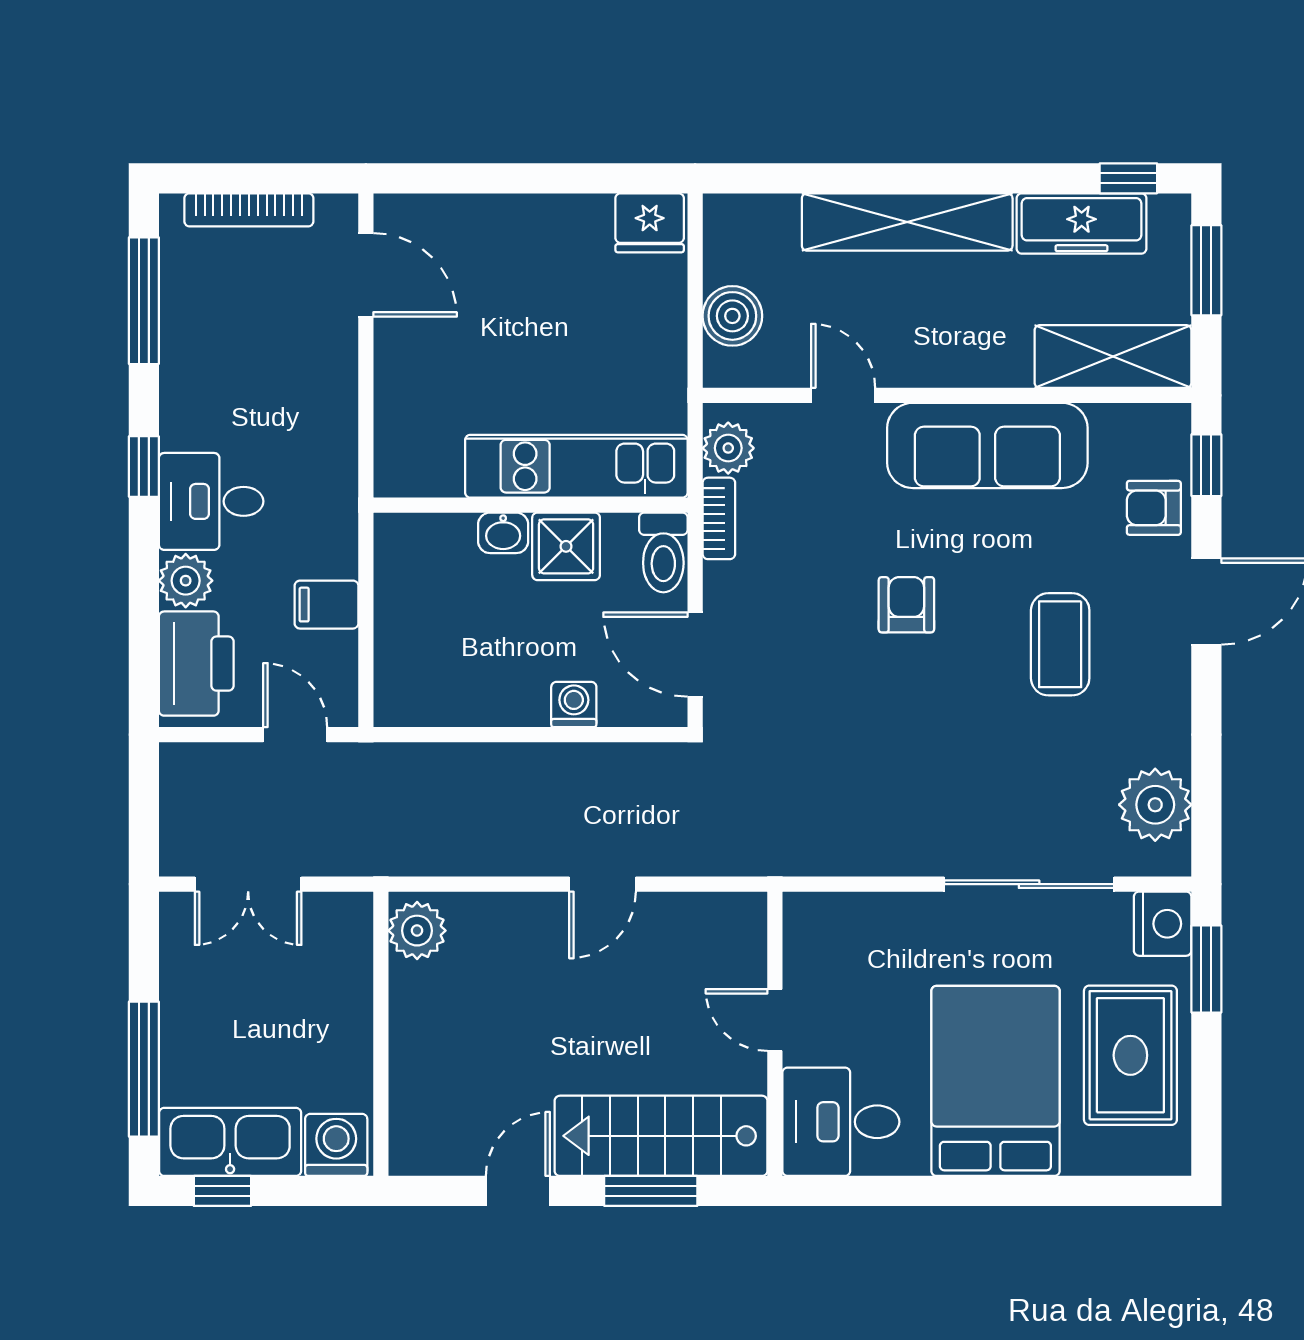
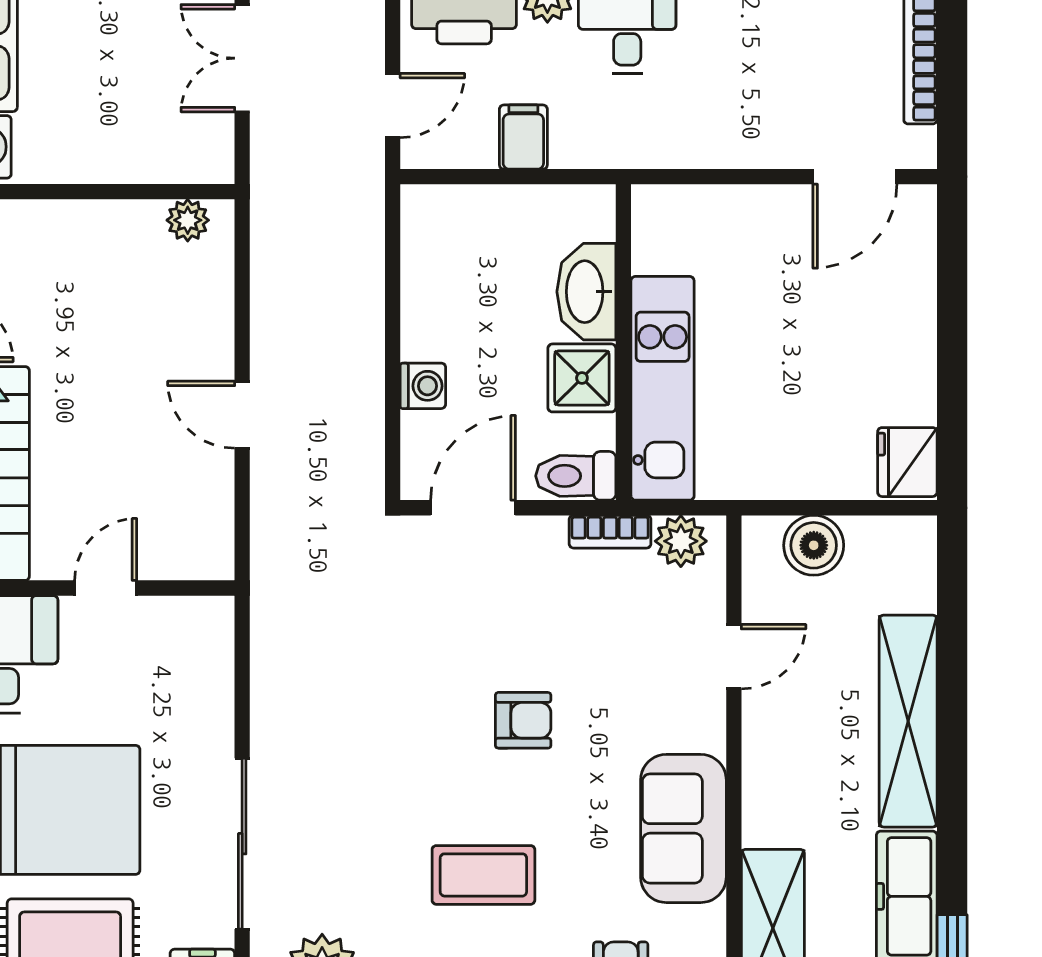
sofa: (987, 445) -> (683, 828), width x0.73
washbasin: (503, 533) -> (586, 292), width x1.91, depth x1.45
plant: (417, 931) -> (188, 220), width x0.73, depth x0.73

